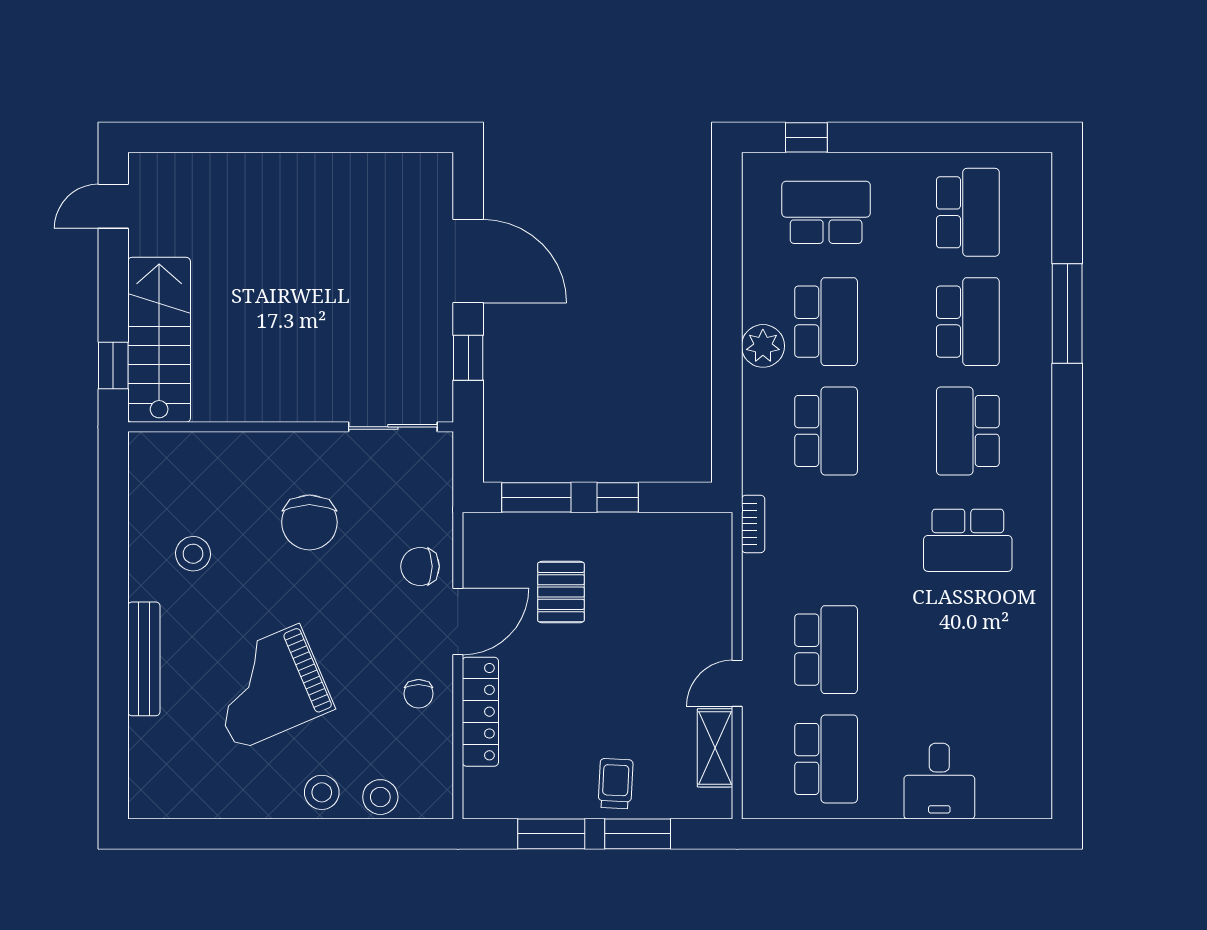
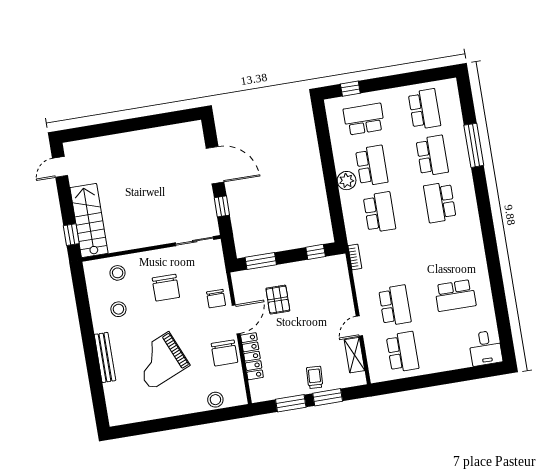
window: (618, 497) -> (316, 252), moved
school desk: (968, 540) -> (455, 295), moved
chair: (420, 566) -> (216, 299), turned -90
chair: (419, 694) -> (224, 353), width x1.87, depth x1.87
desk: (939, 781) -> (485, 348), moved
stool: (322, 792) -> (118, 273), moved

